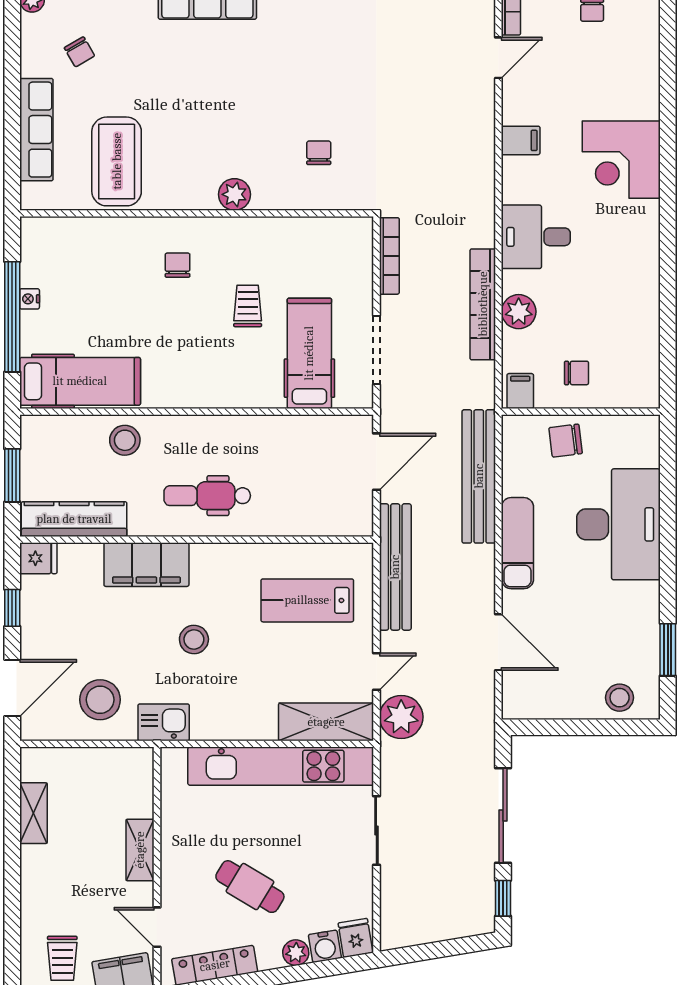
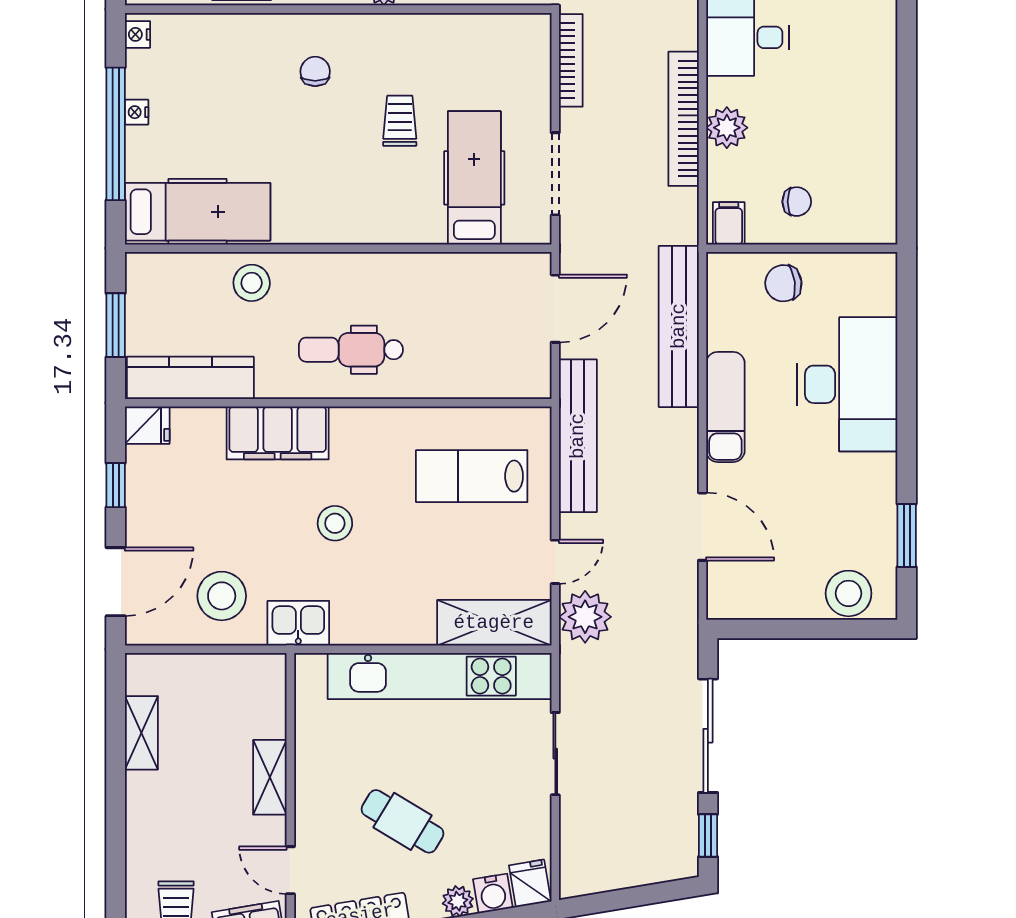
nightstand: (30, 234) -> (137, 34), added
stool: (620, 698) -> (849, 593), width x1.38, depth x1.38

